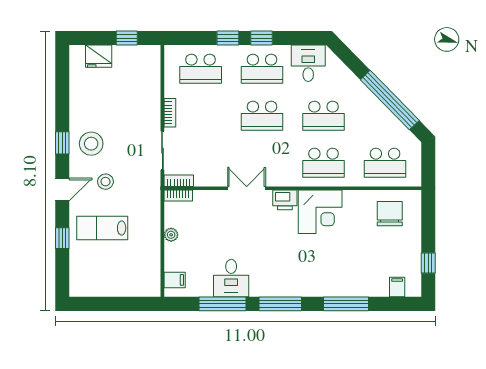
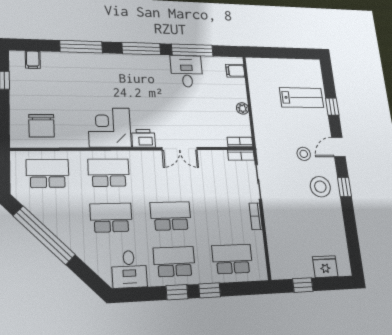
lab bench: (102, 228) -> (301, 98), moved

